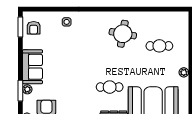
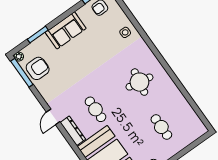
round table: (123, 34) -> (139, 82), moved
plant: (27, 89) -> (43, 40), removed

